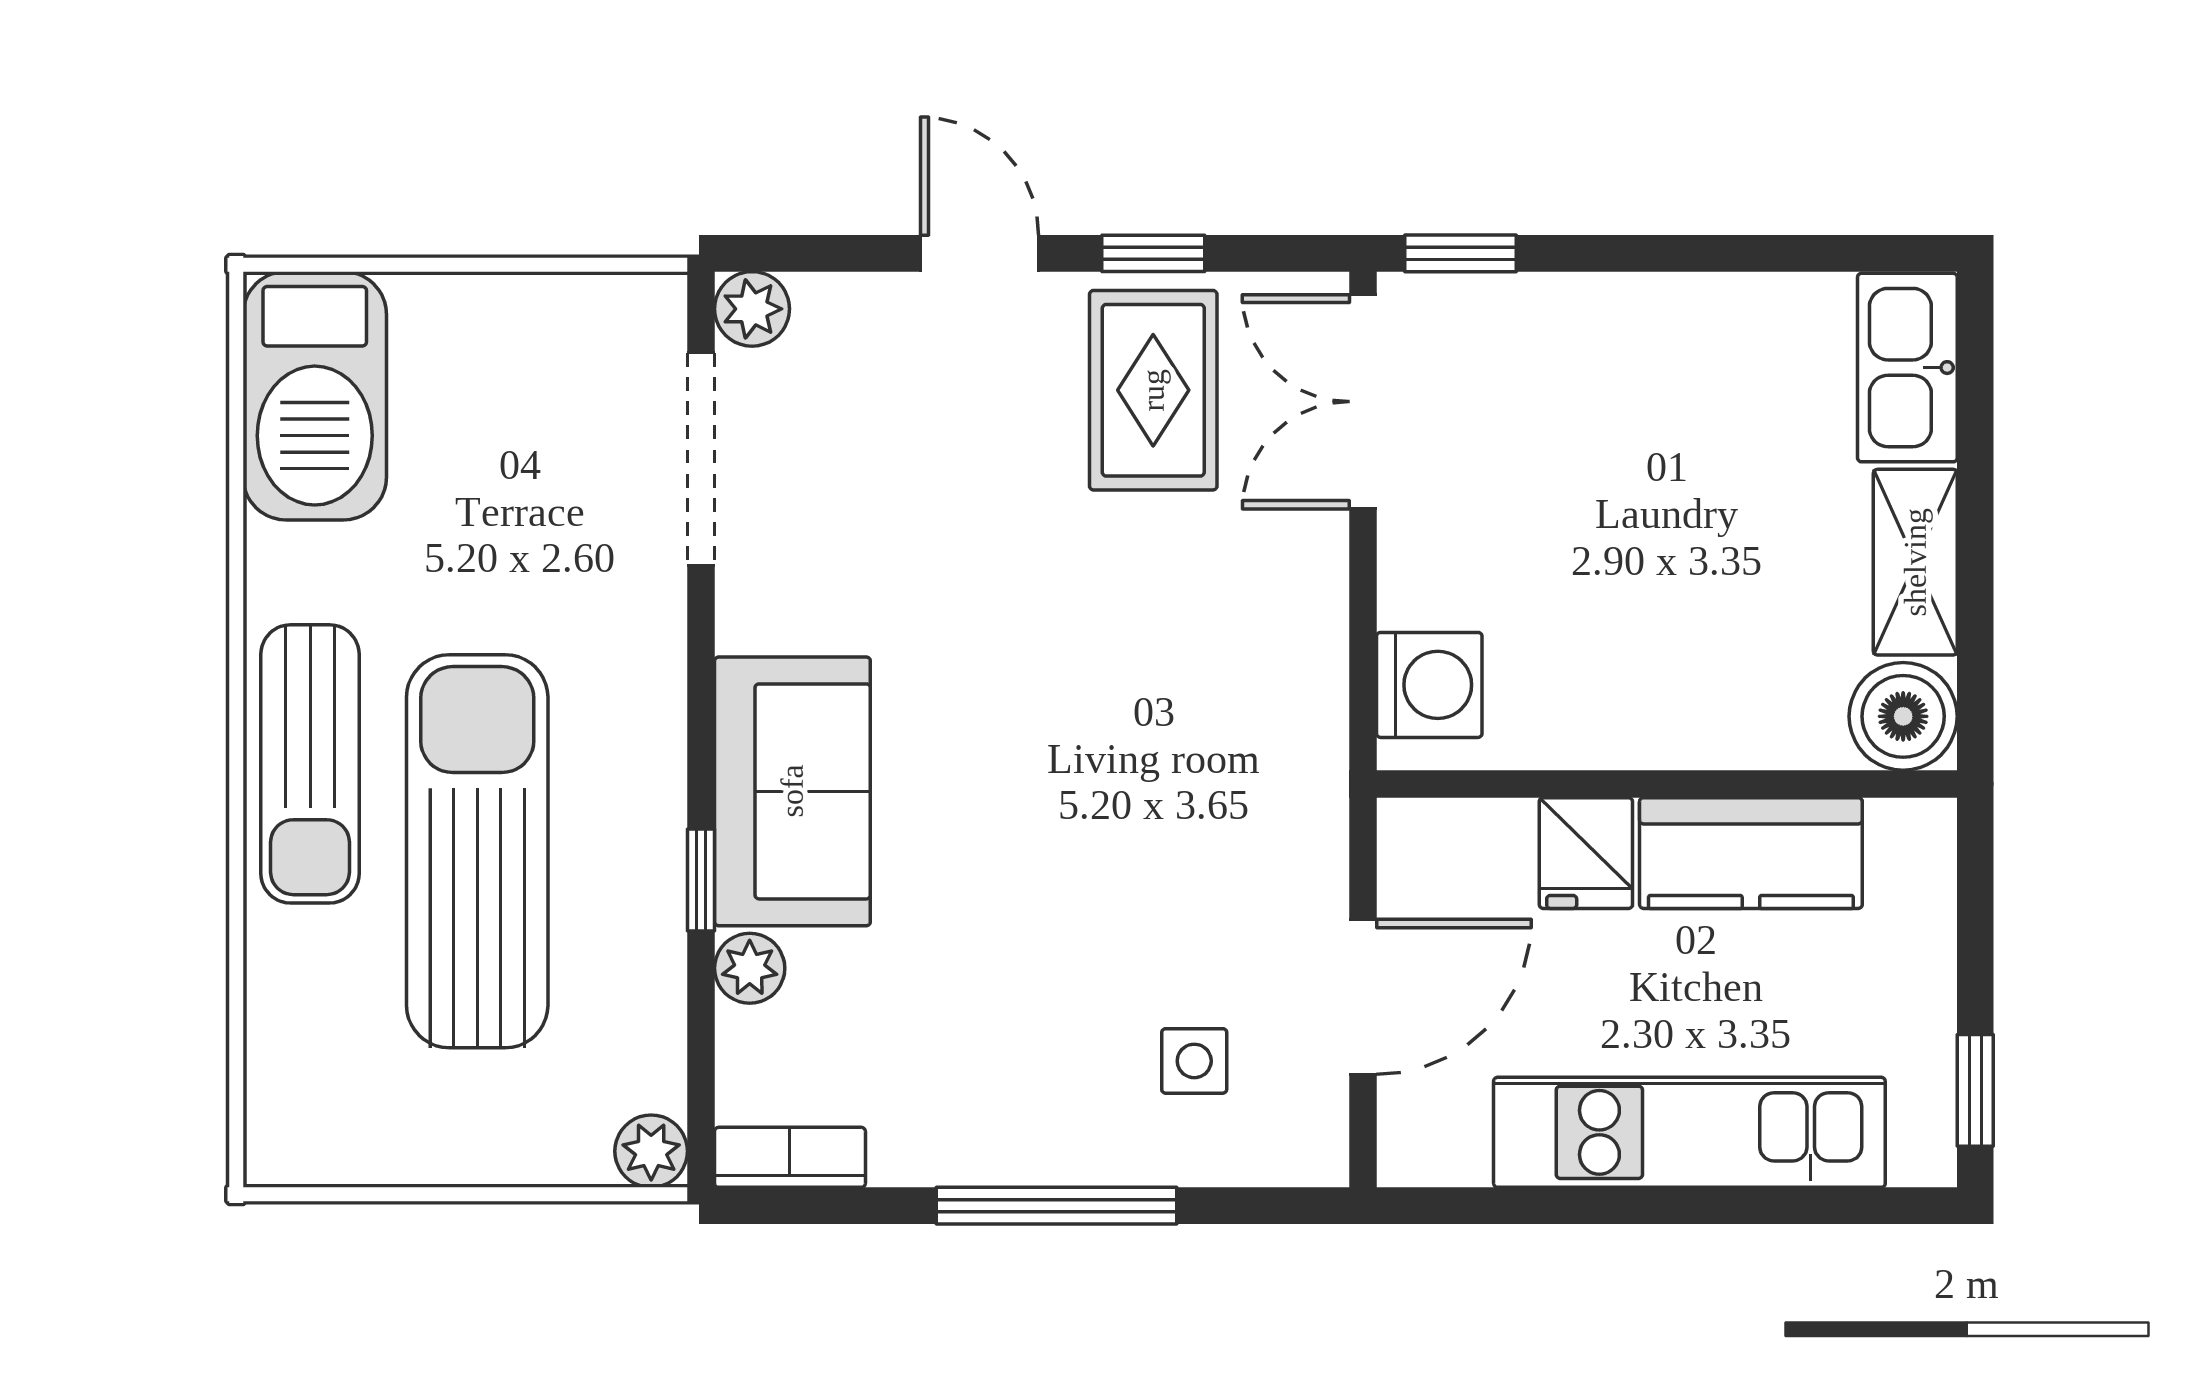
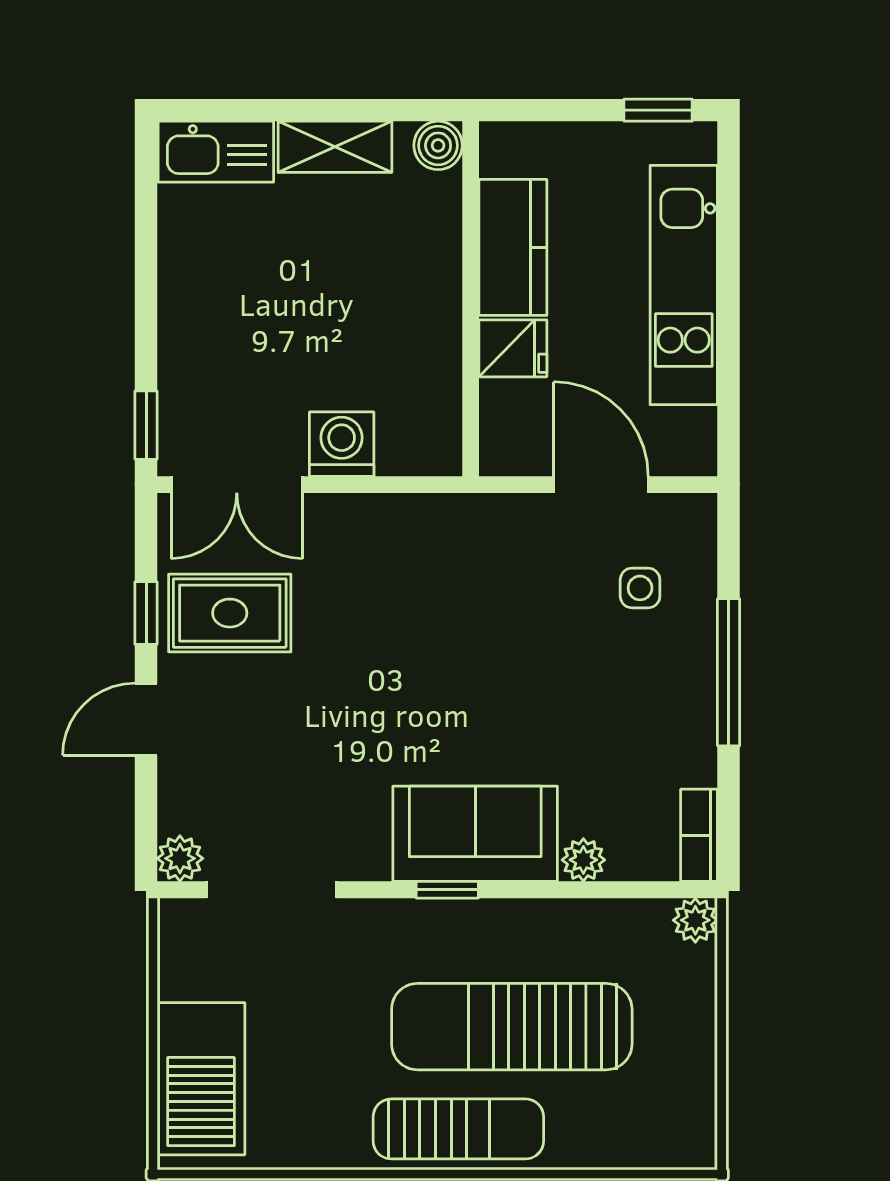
barbecue: (315, 396) -> (201, 1079), moved, turned 90
washing machine: (1429, 685) -> (342, 444), moved
boiler: (1903, 716) -> (438, 145), width x0.73, depth x0.73
window: (701, 880) -> (447, 890), moved

